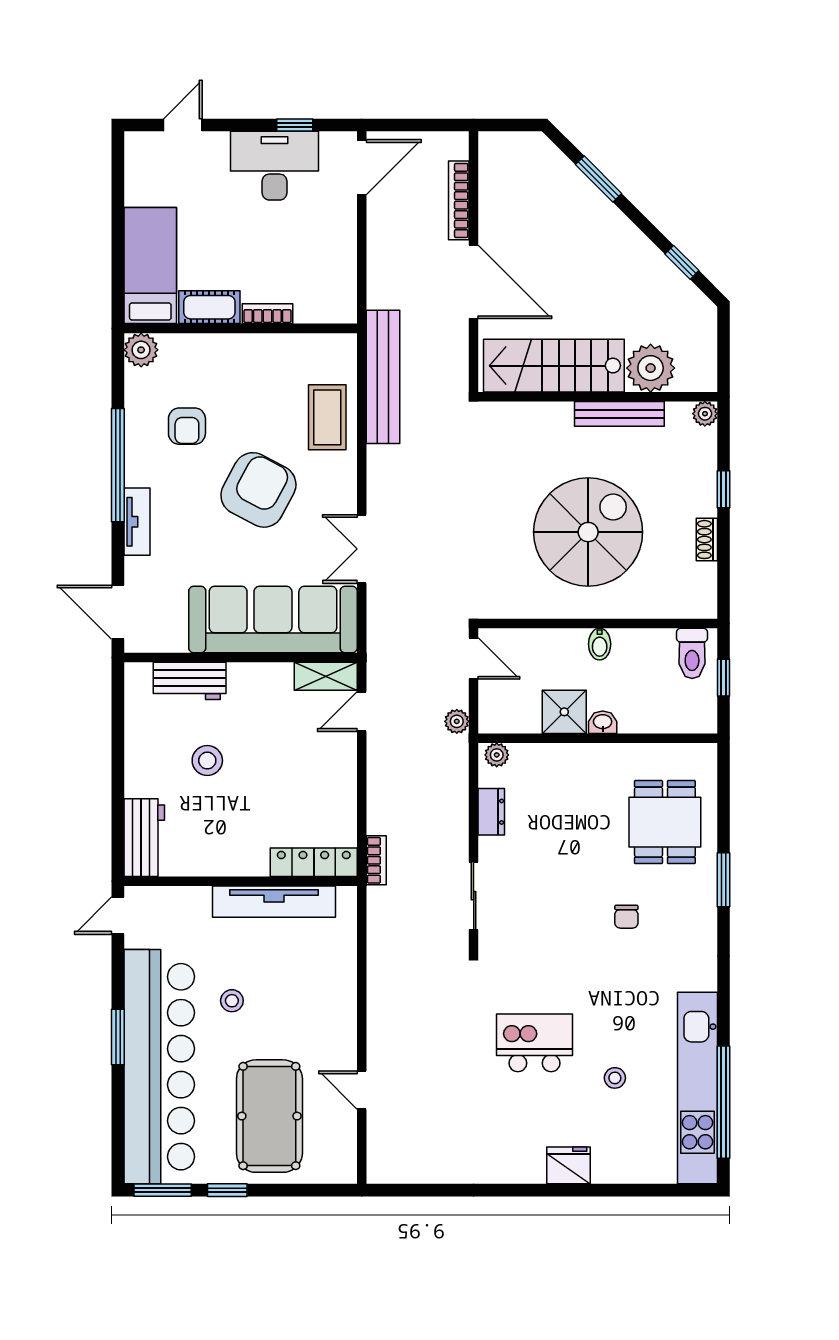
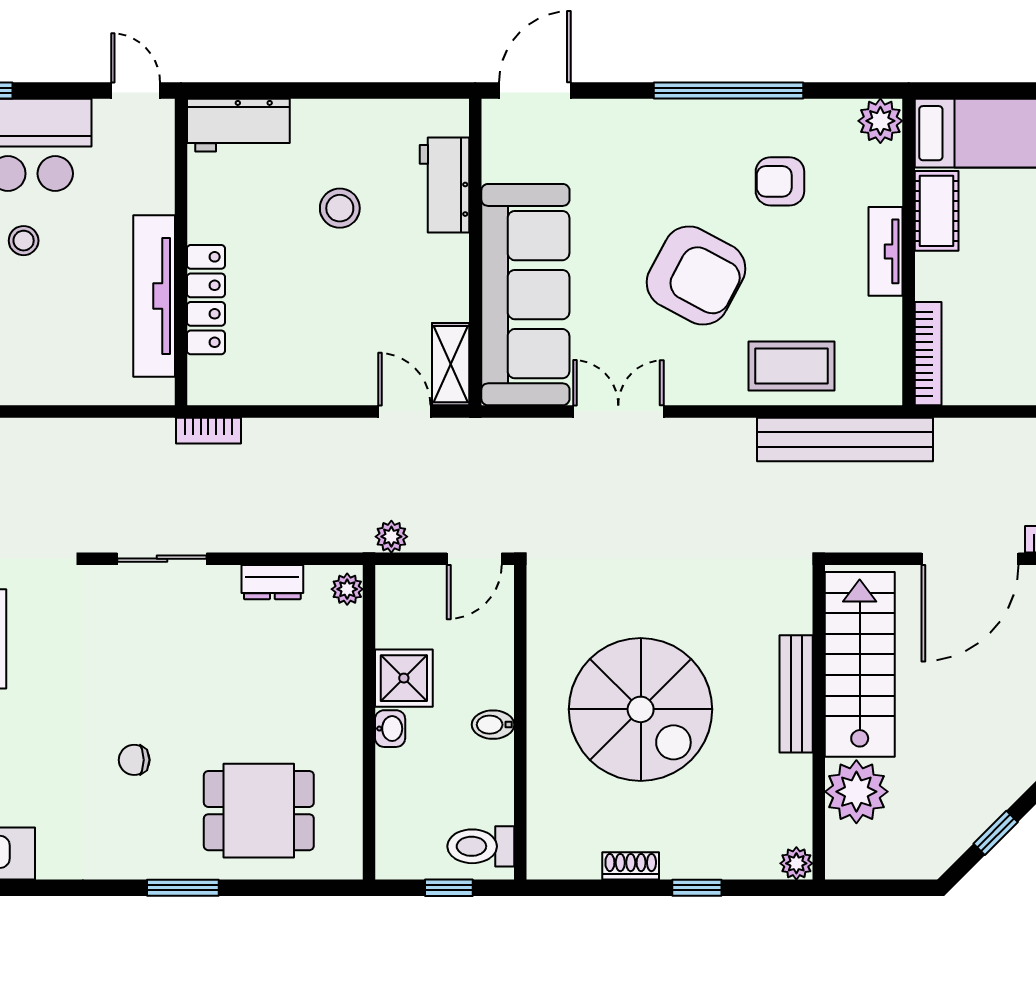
bookcase: (267, 314) -> (928, 354), moved, width x1.56
bench: (619, 414) -> (796, 694), moved
tv unit: (137, 522) -> (886, 251), moved, turned 90
locker: (314, 862) -> (206, 300), moved

